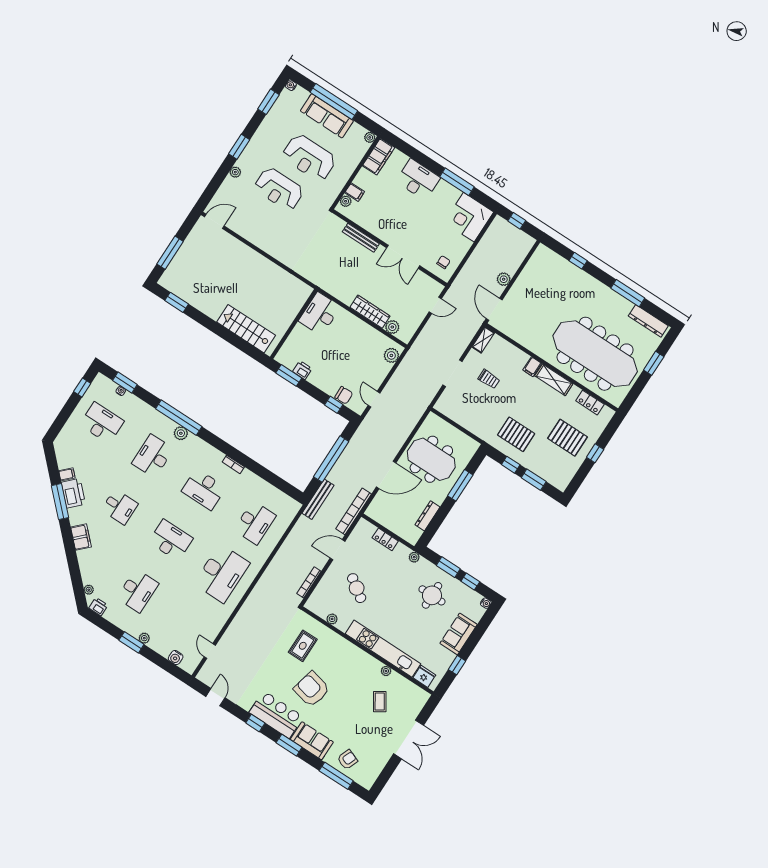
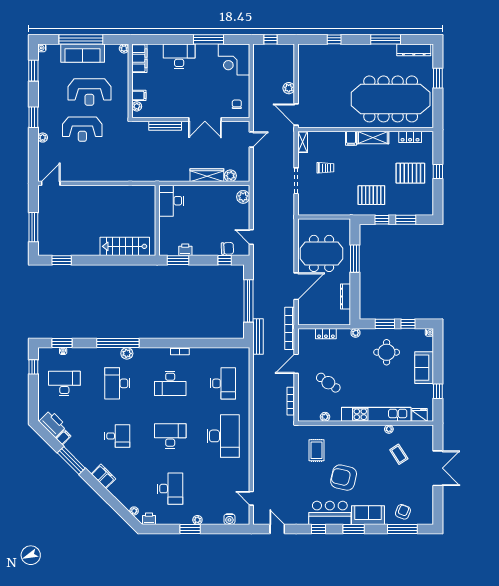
printer: (73, 493) -> (53, 424), moved

